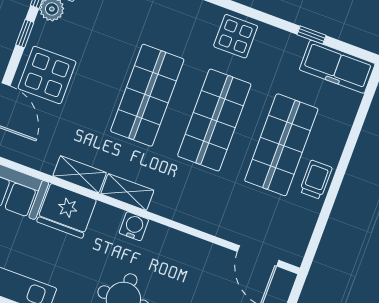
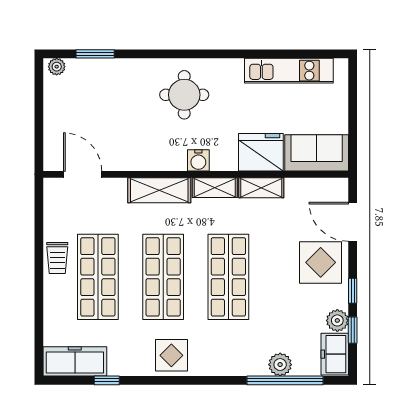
shelving: (185, 211) -> (159, 190), added

